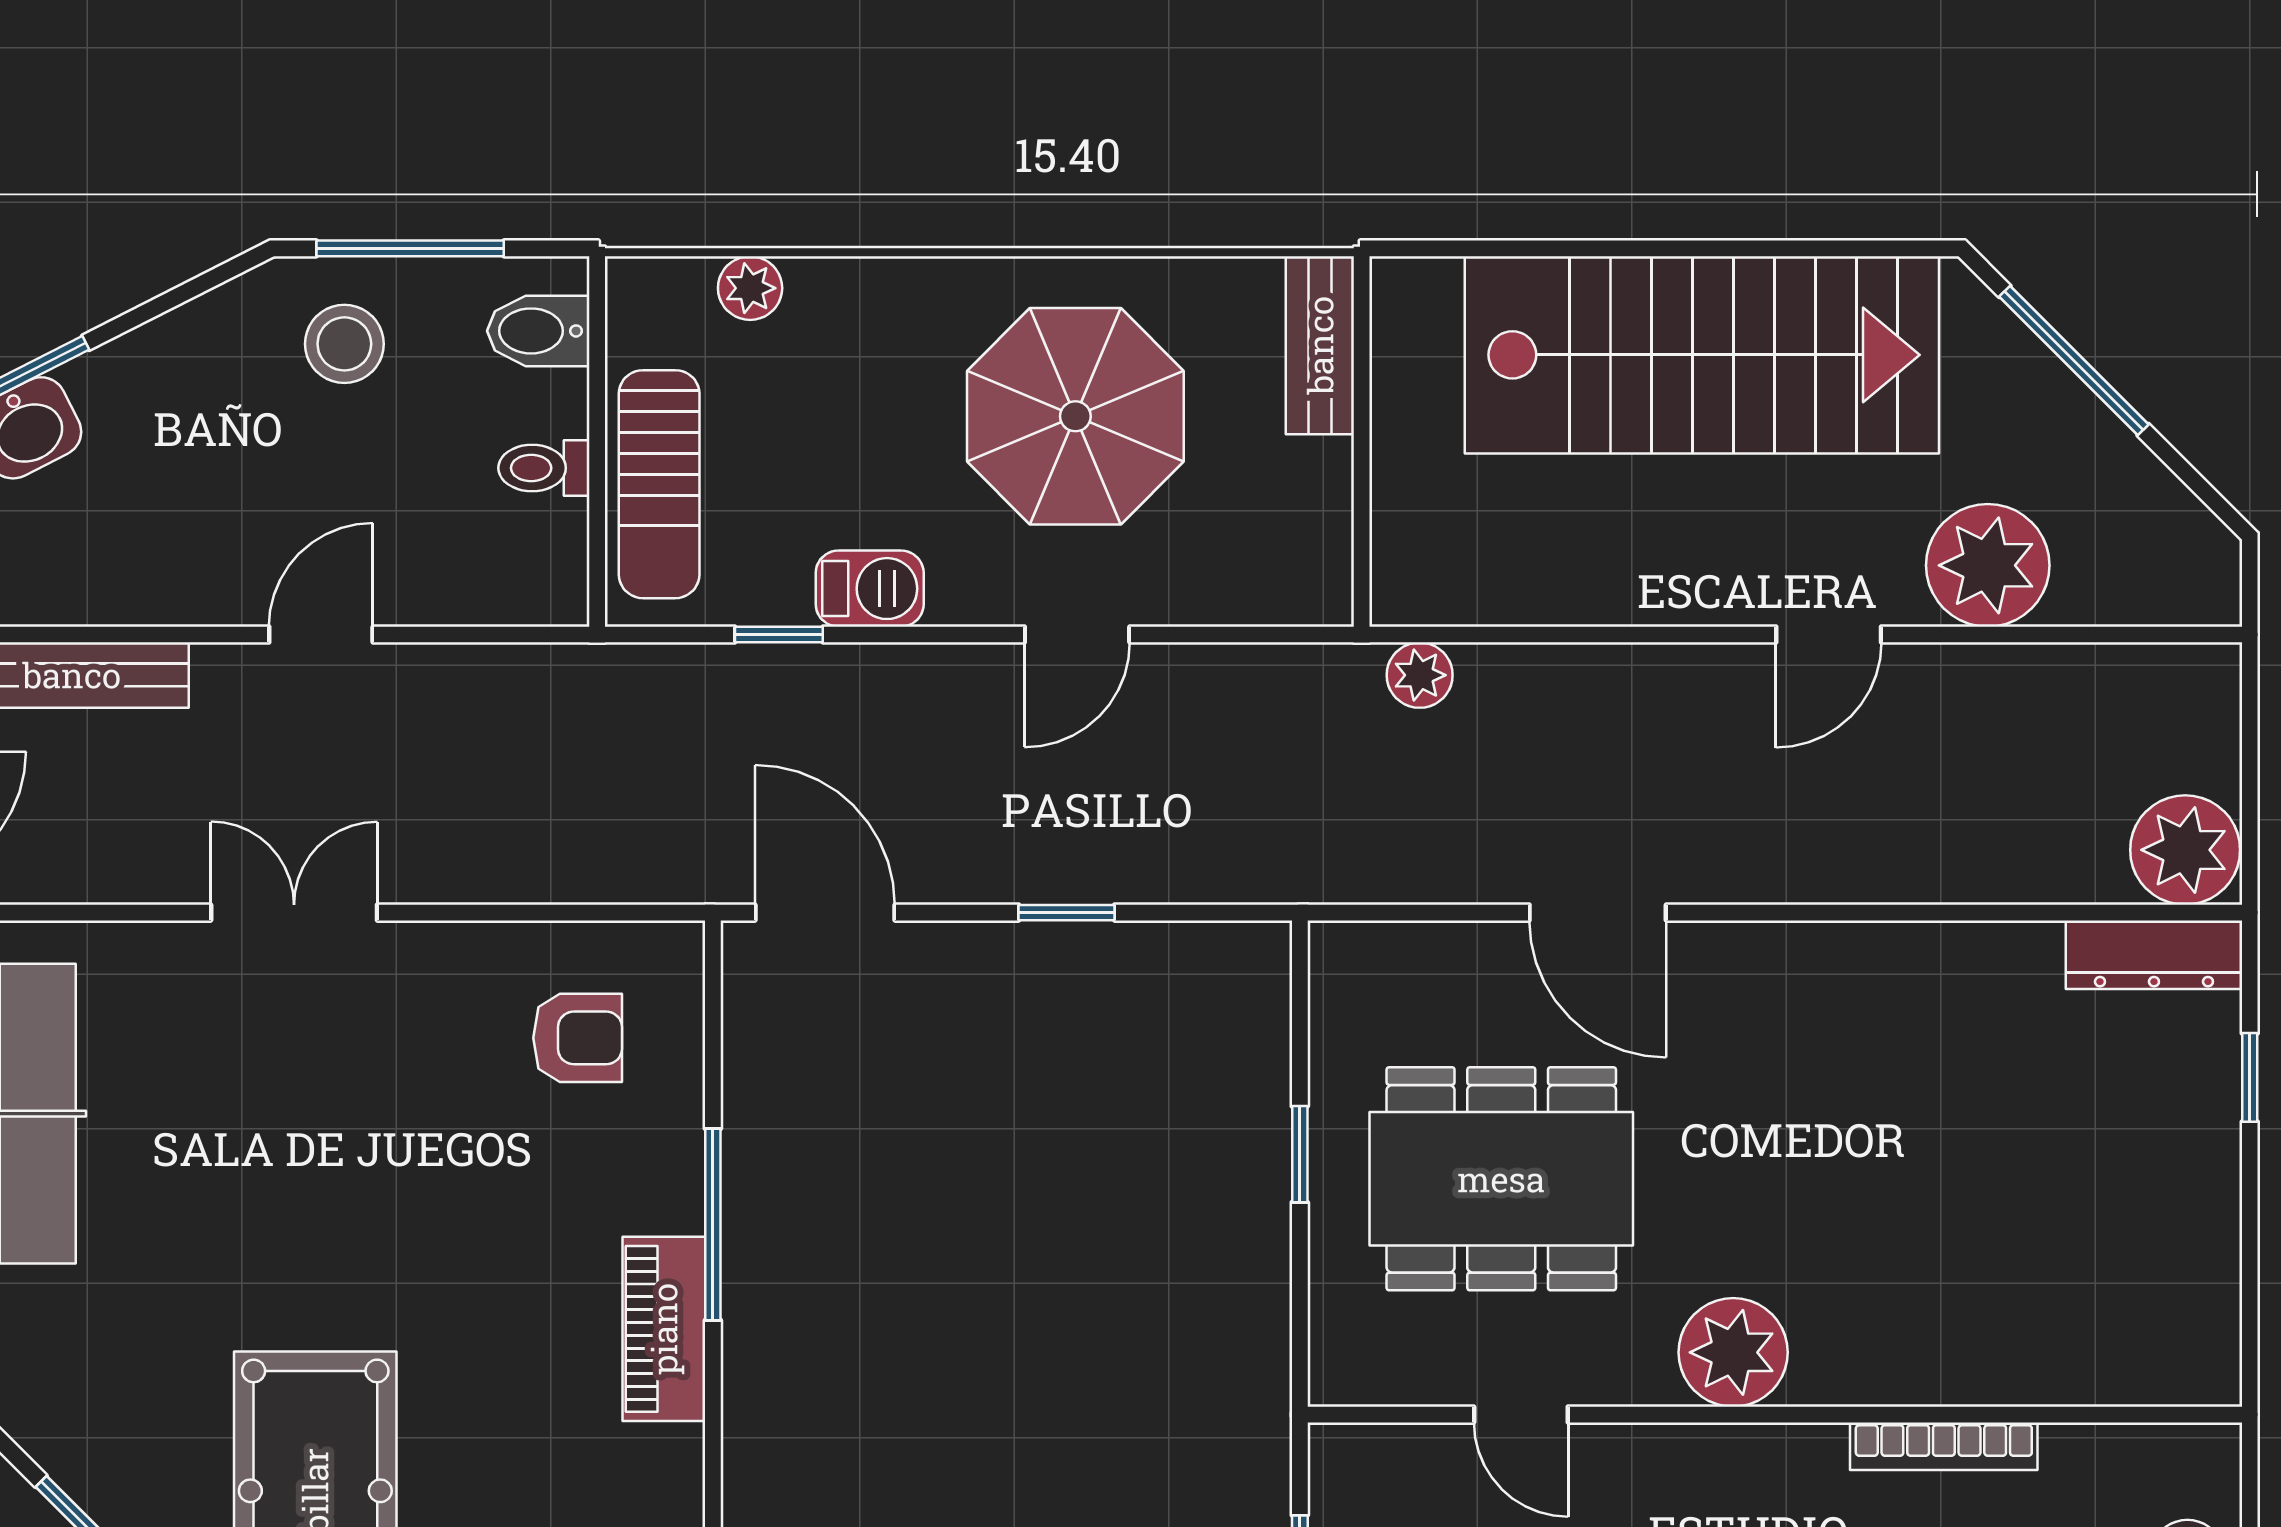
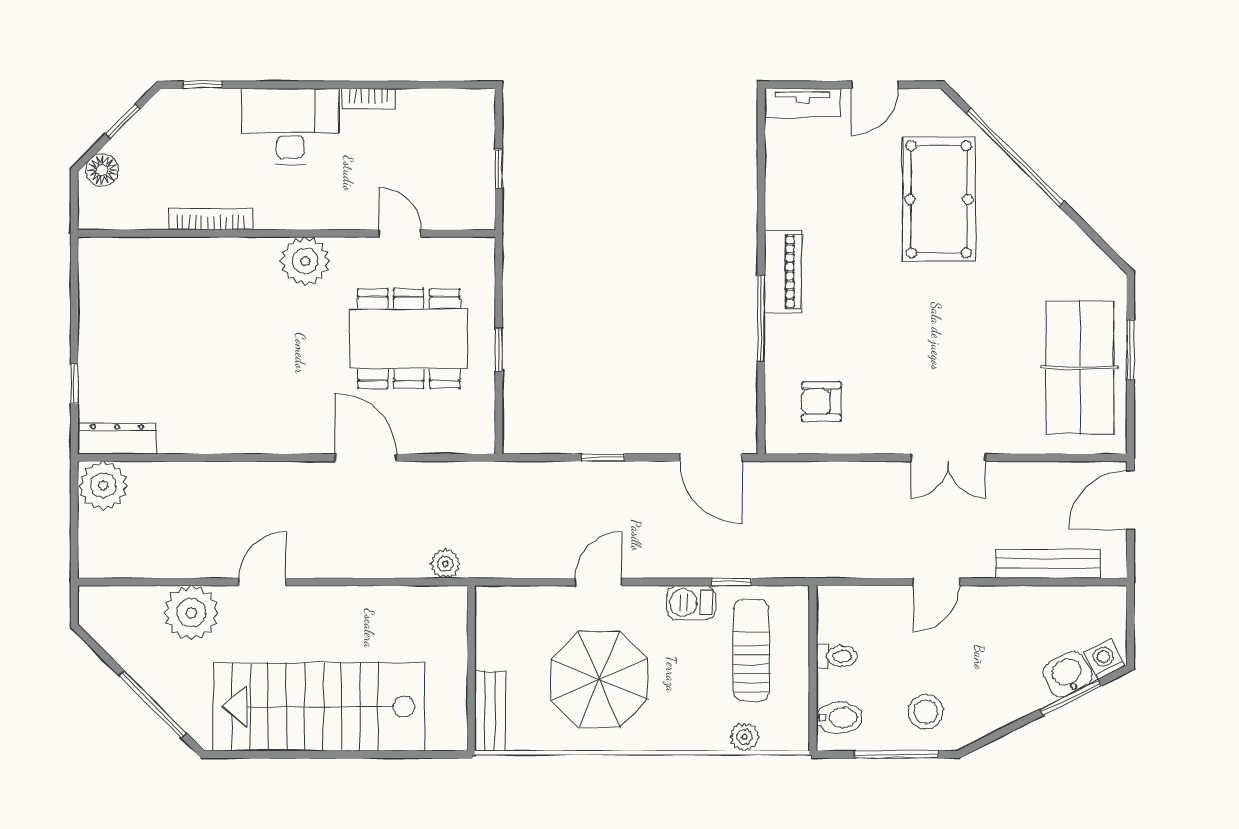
sun lounger: (659, 484) -> (751, 650), moved

